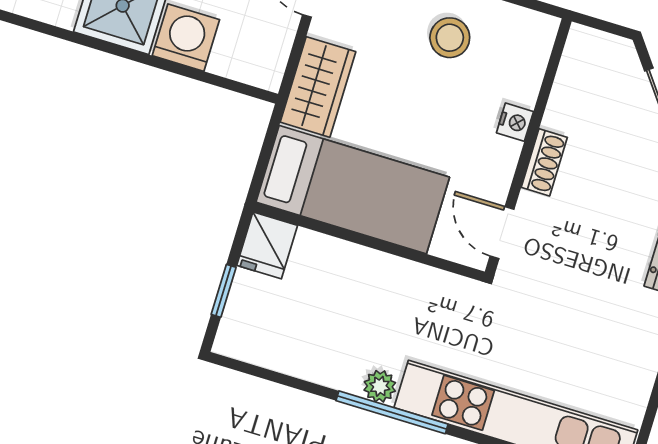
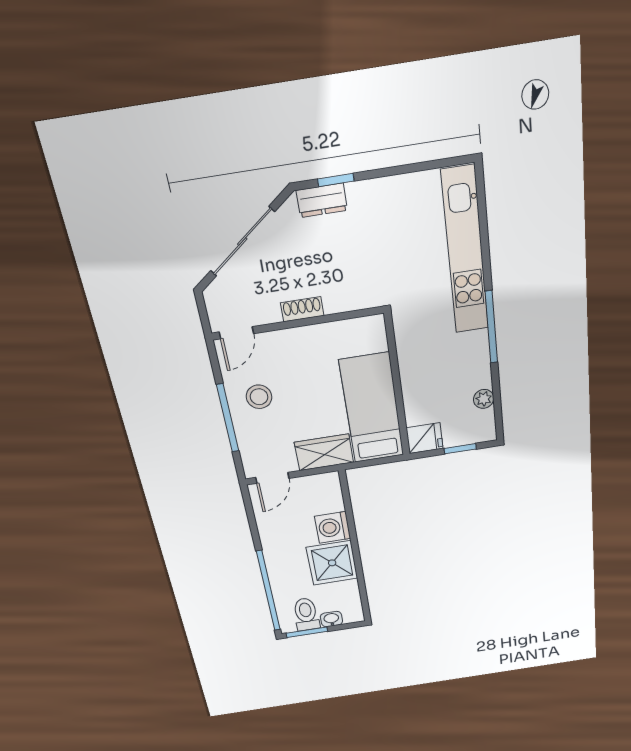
nightstand: (515, 122) -> (288, 338), removed
door: (502, 233) -> (236, 333), moved
plant: (380, 386) -> (484, 399), moved

